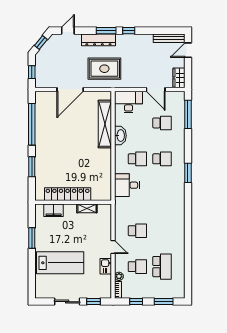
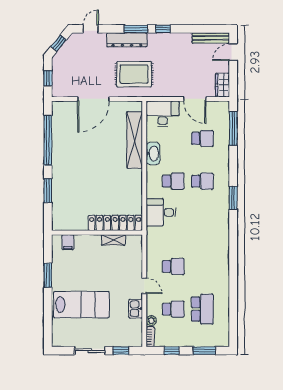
locker: (68, 194) -> (115, 223), moved
filing cabinet: (54, 210) -> (68, 242), width x0.50

